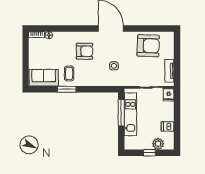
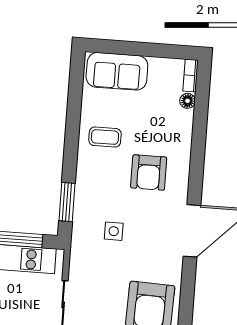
sofa: (44, 78) -> (117, 71), moved, turned 90
window: (67, 89) -> (67, 202), moved

